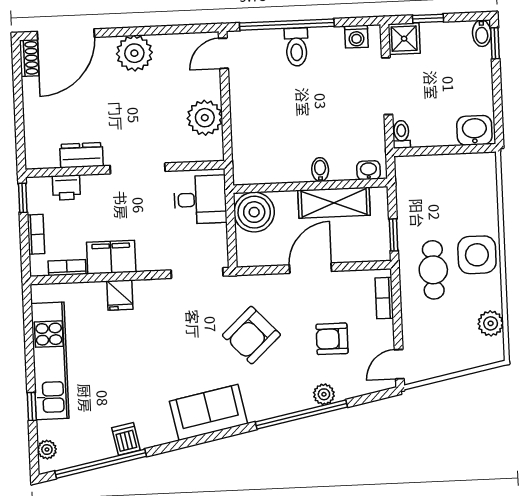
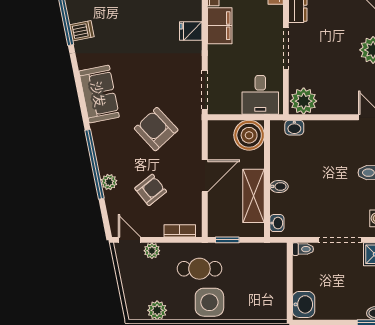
plant: (205, 118) -> (304, 101), moved
washbasin: (242, 153) -> (294, 128), added
door: (310, 268) -> (205, 176), hinge flipped
plant: (412, 334) -> (152, 251), added
armchair: (332, 339) -> (151, 190), turned 51

